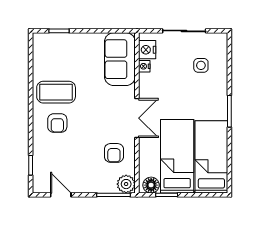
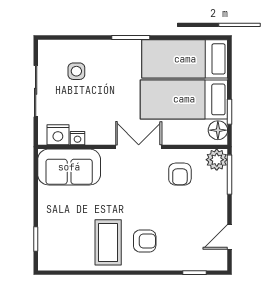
armchair: (114, 153) -> (180, 174), turned 90

